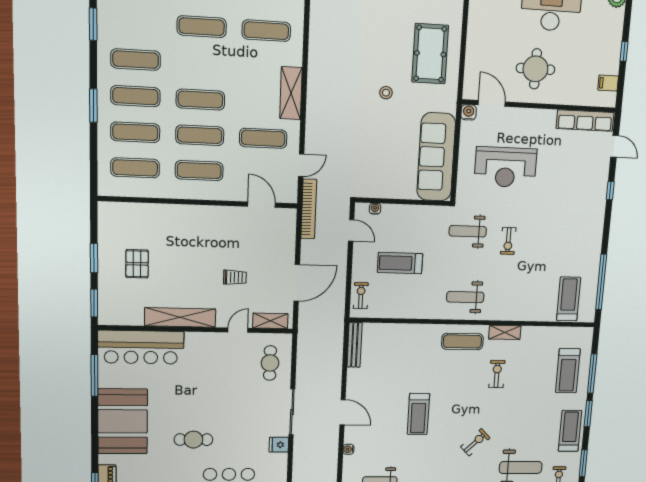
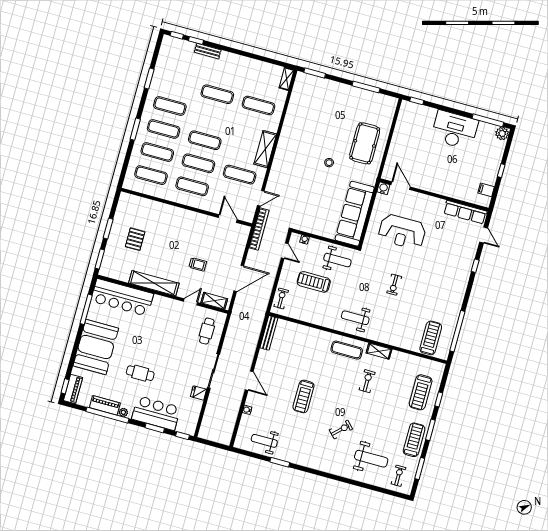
round table: (536, 69) -> (436, 169), removed
weight bench: (468, 231) -> (337, 260), moved, turned 180
window: (592, 374) -> (439, 399), width x0.46

